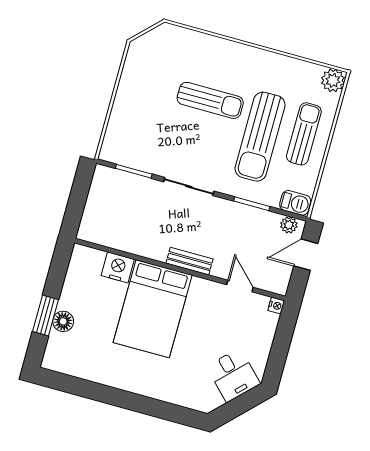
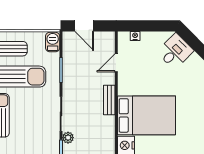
plant: (289, 225) -> (68, 138), moved
nightstand: (276, 306) -> (135, 36), moved

